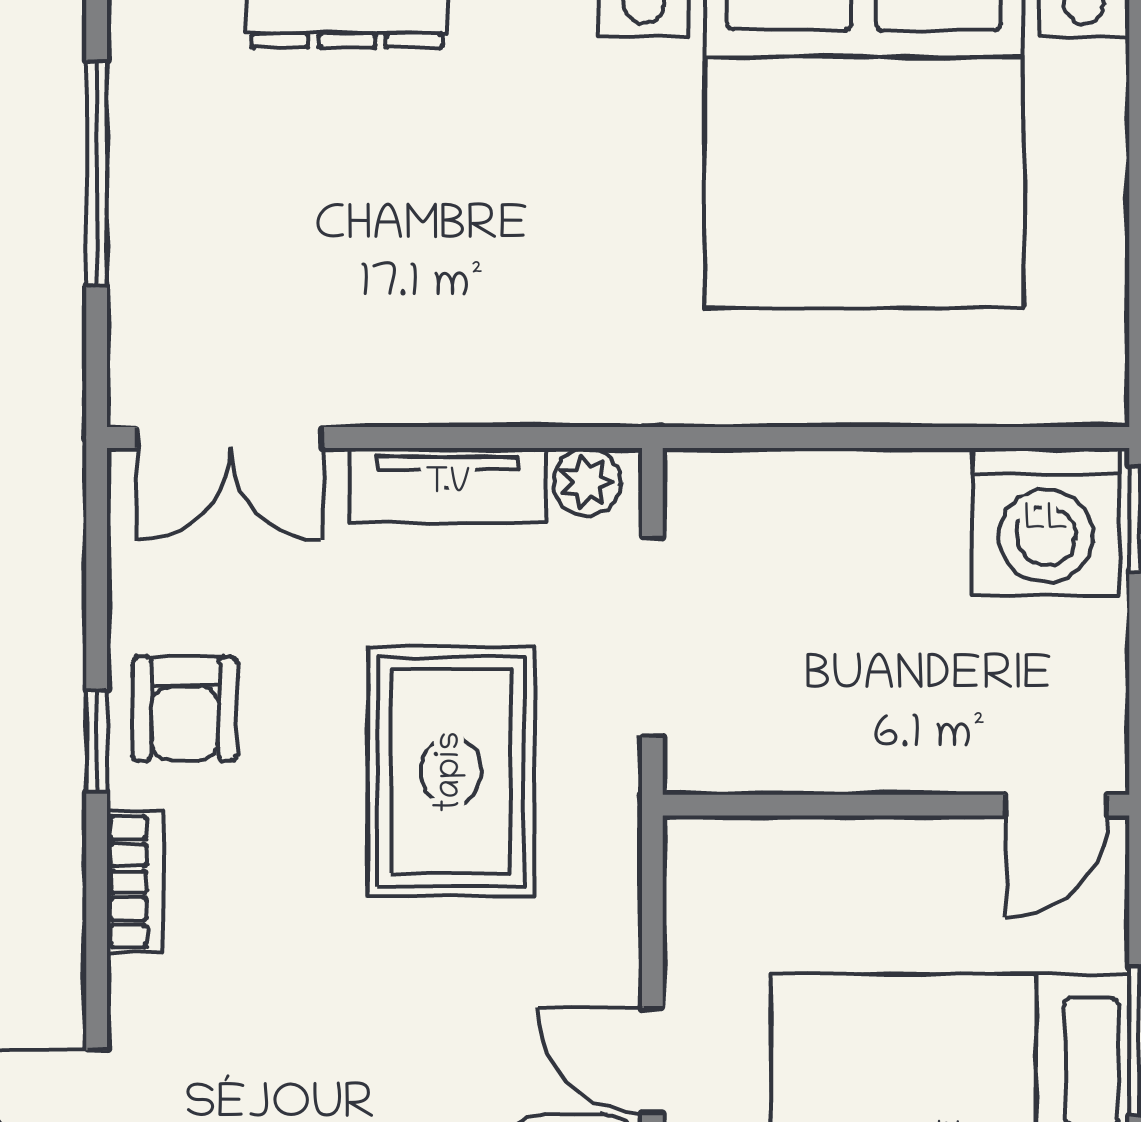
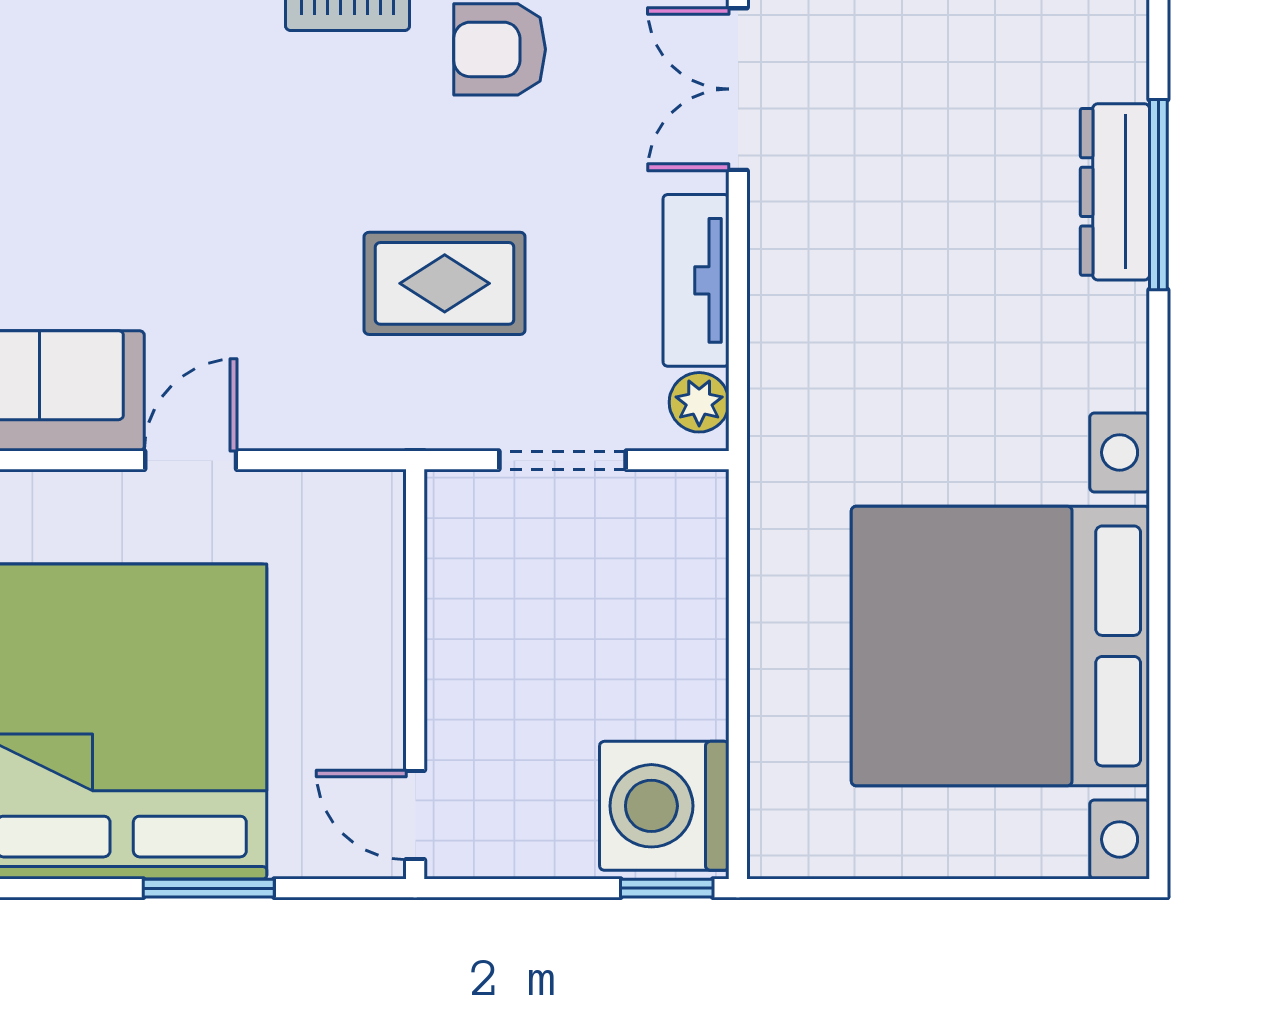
doorway: (652, 637) -> (563, 460), width x0.73
rug: (451, 772) -> (445, 283), width x0.73, depth x0.70

